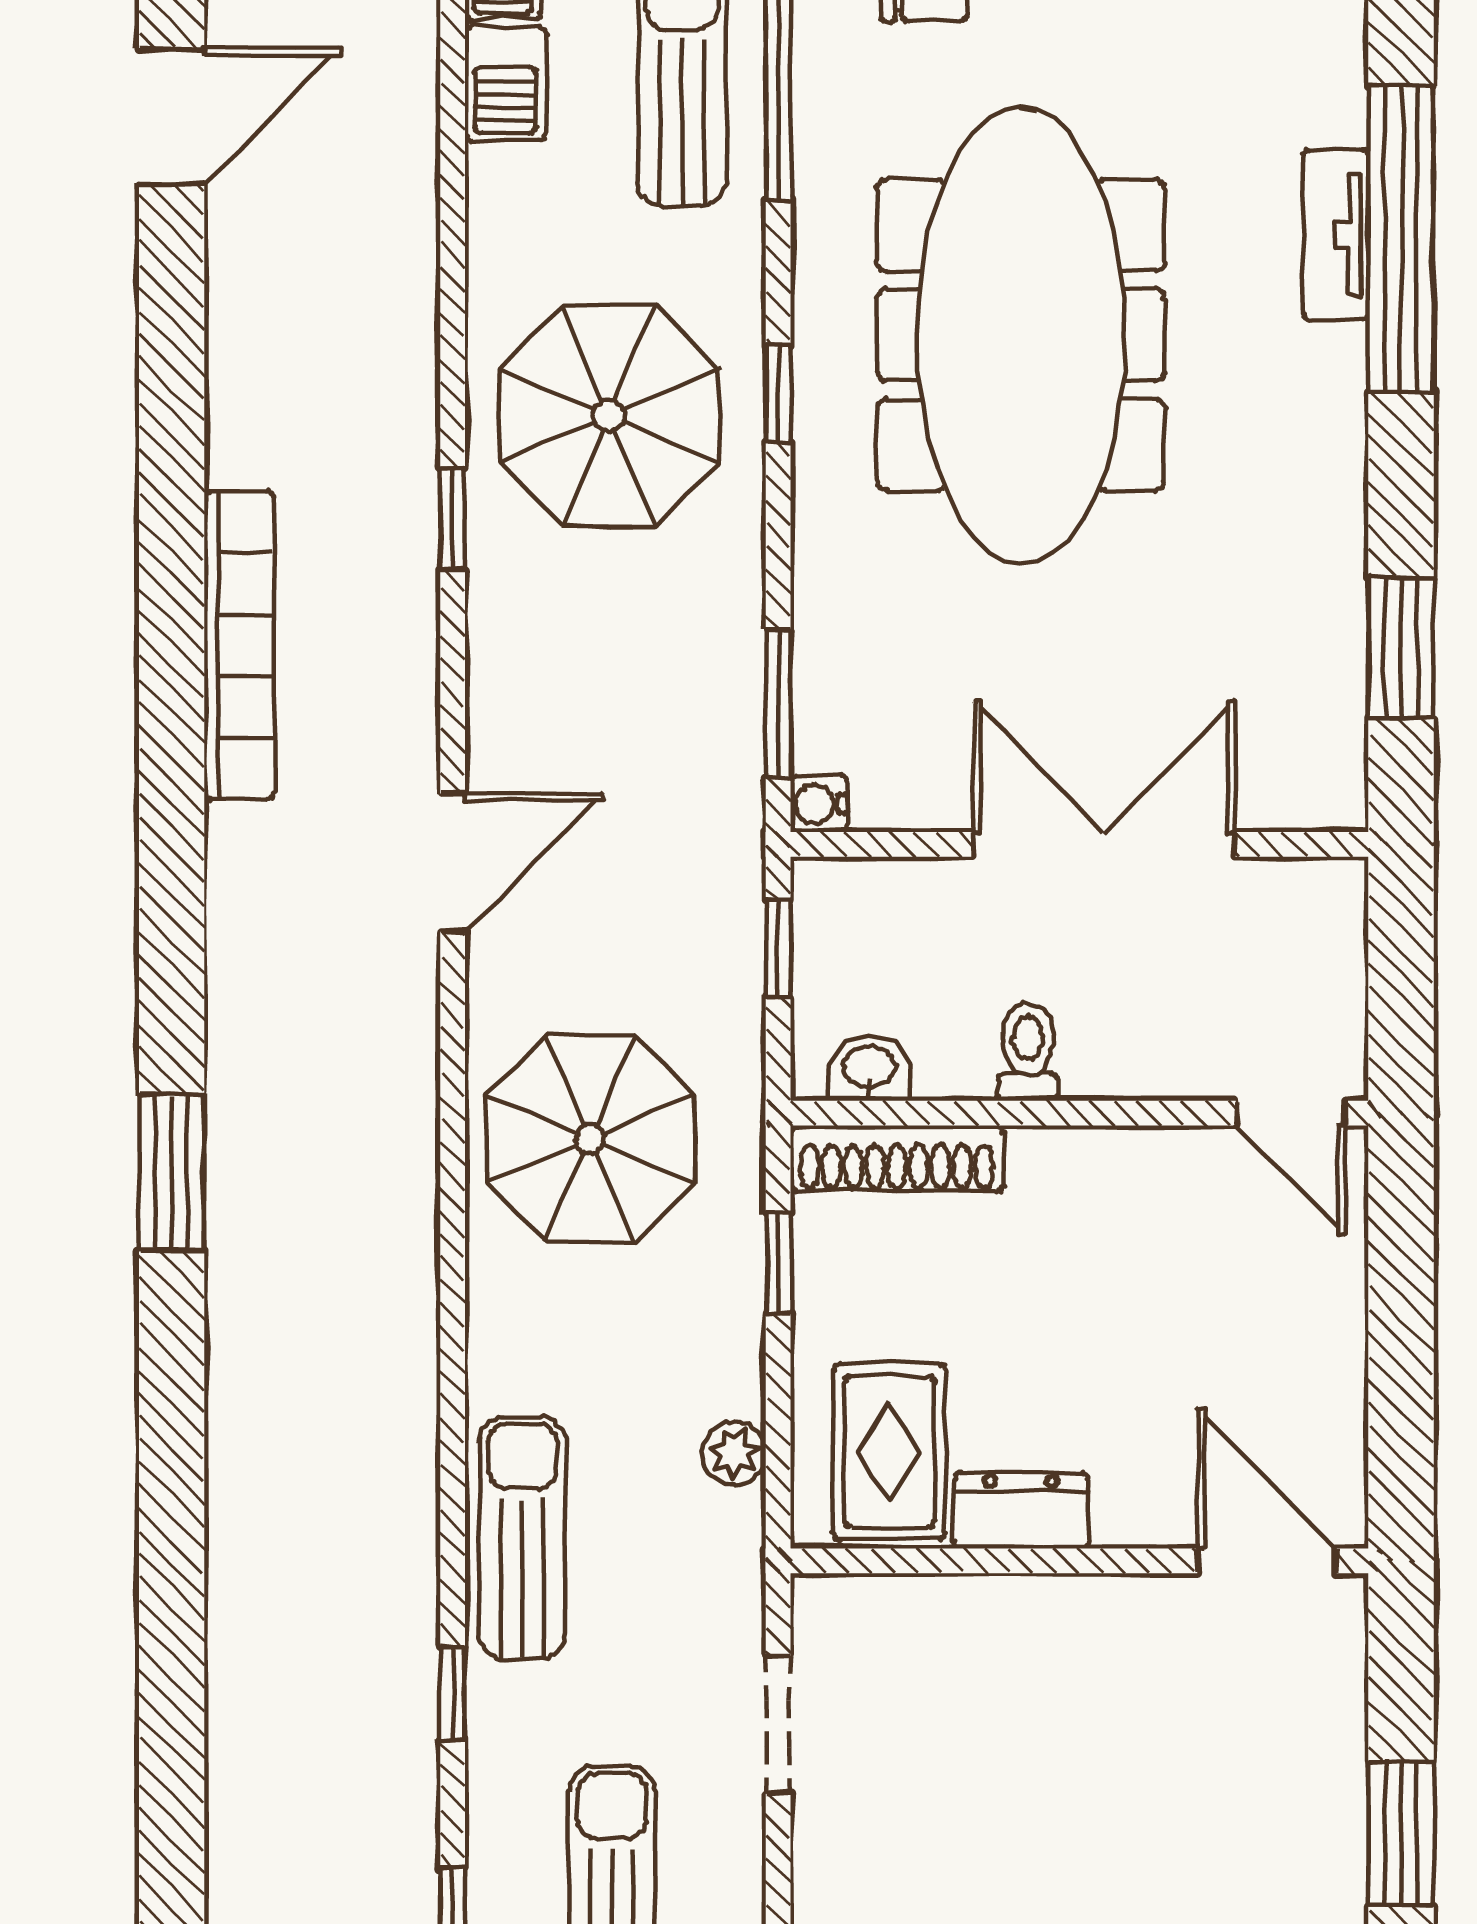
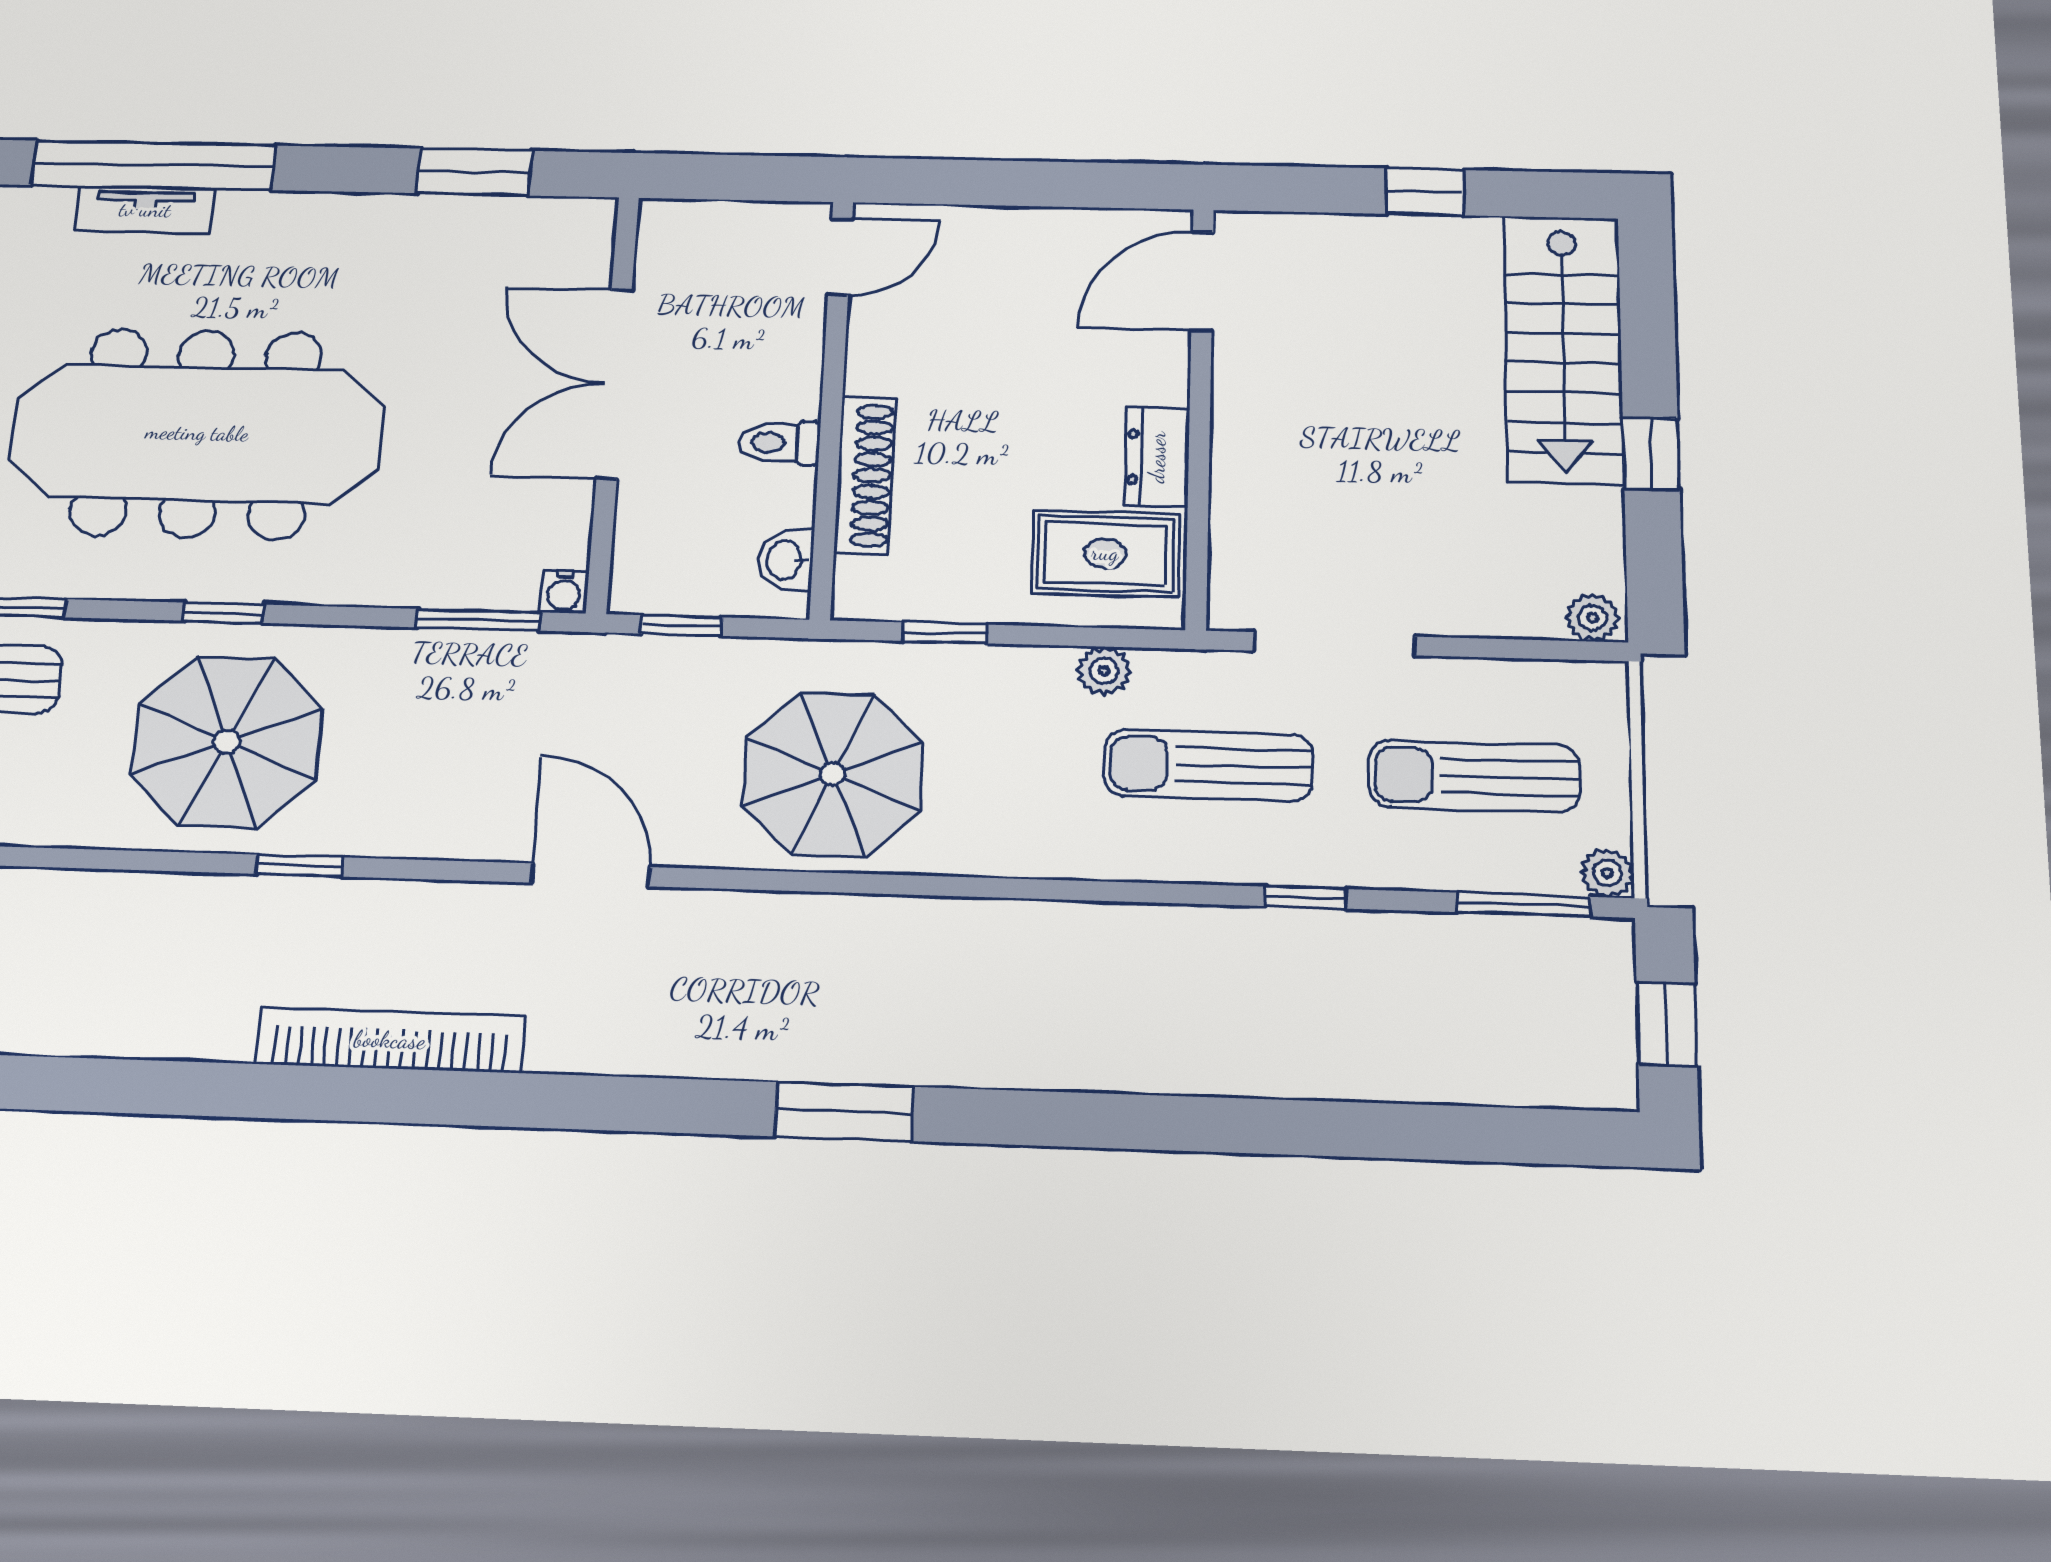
shoe rack: (897, 1158) -> (865, 475), moved
sun lounger: (522, 1538) -> (1209, 765), moved
doorway: (778, 1725) -> (1334, 644), width x1.38
window: (1401, 1834) -> (1425, 192), width x0.67

